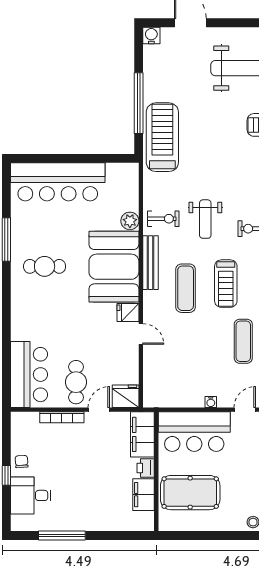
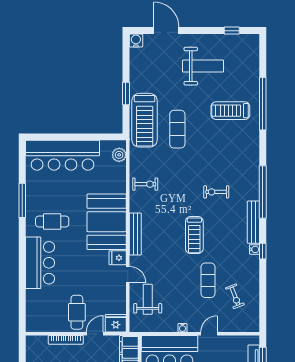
window: (139, 103) -> (126, 94), width x0.47
treadmill: (162, 137) -> (145, 120), turned 180
weight bench: (205, 219) -> (148, 299), moved, turned 180
plant: (130, 221) -> (119, 155), moved
bench: (150, 263) -> (135, 234), moved
exercise mat: (186, 288) -> (177, 129), moved
bar counter: (29, 375) -> (40, 263), moved

